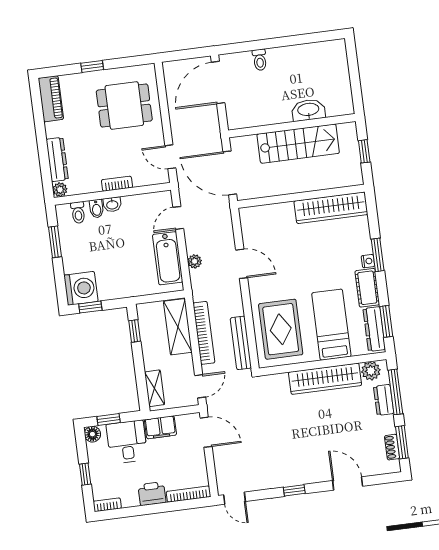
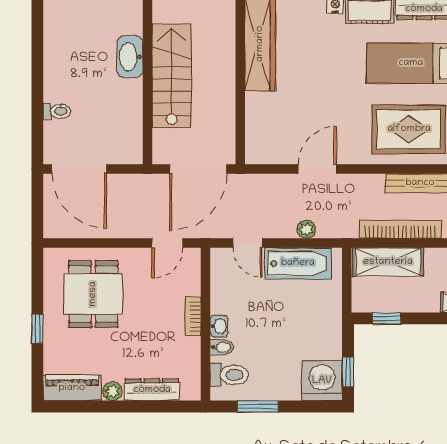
plant: (60, 190) -> (112, 391), moved
toilet: (78, 213) -> (229, 375), width x1.37, depth x1.39

